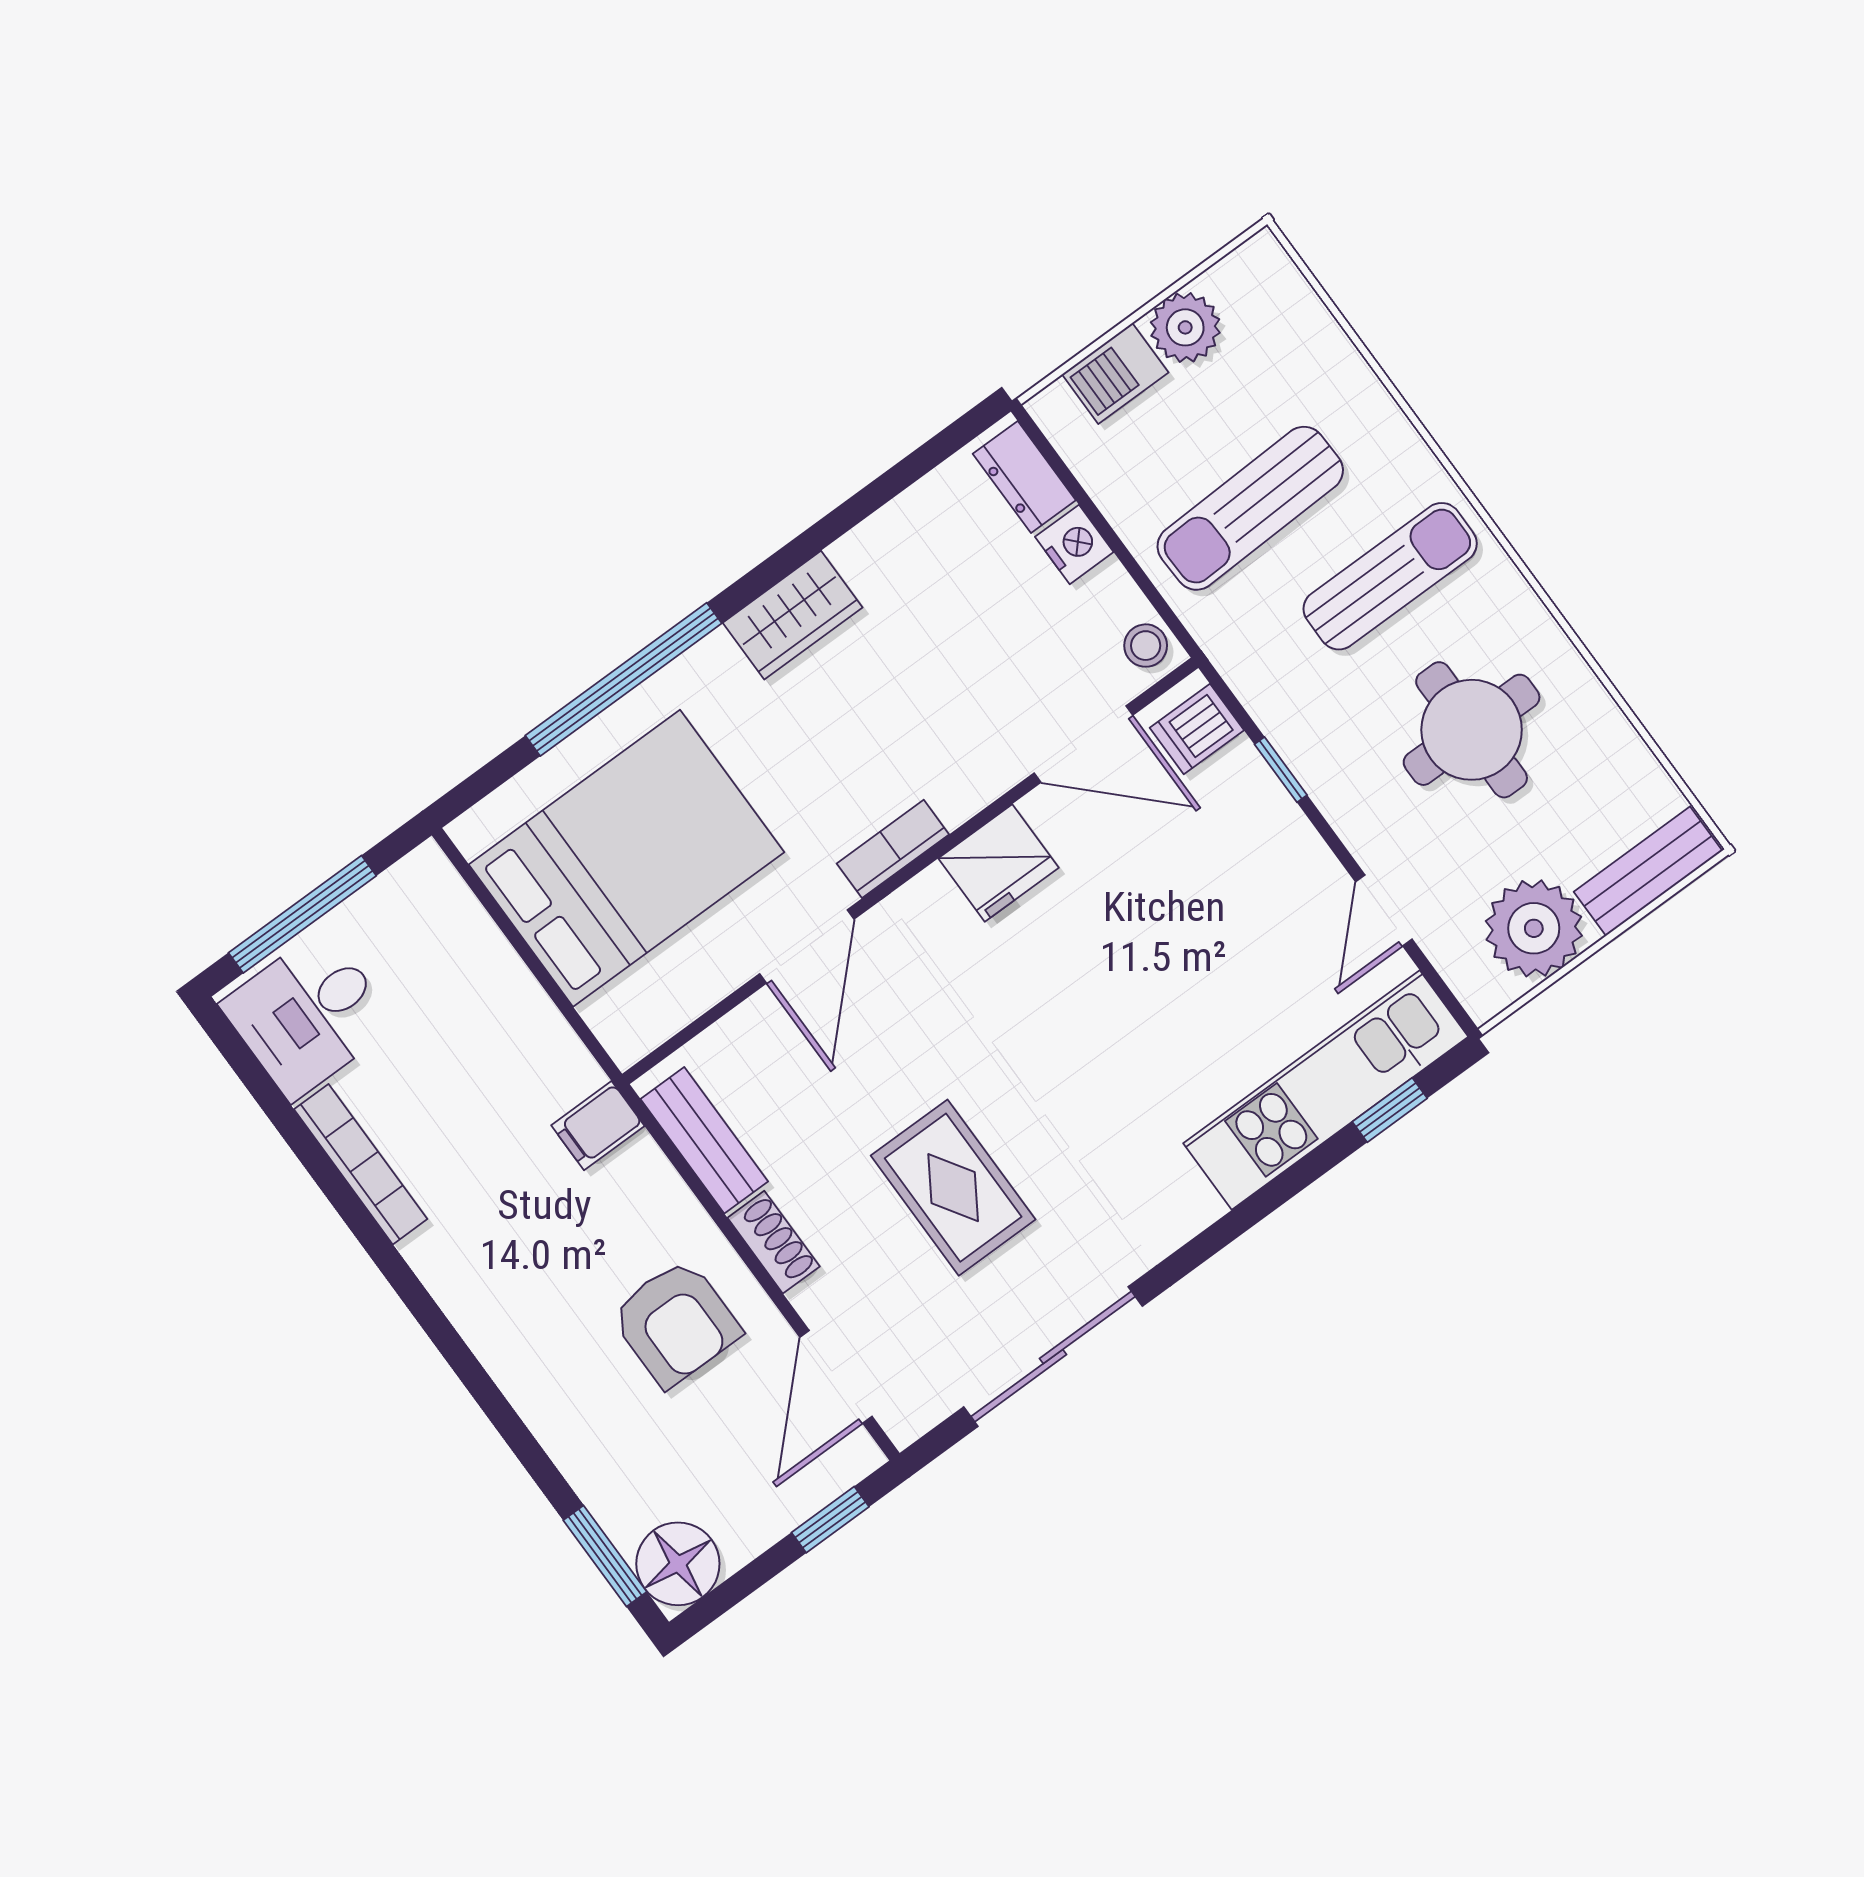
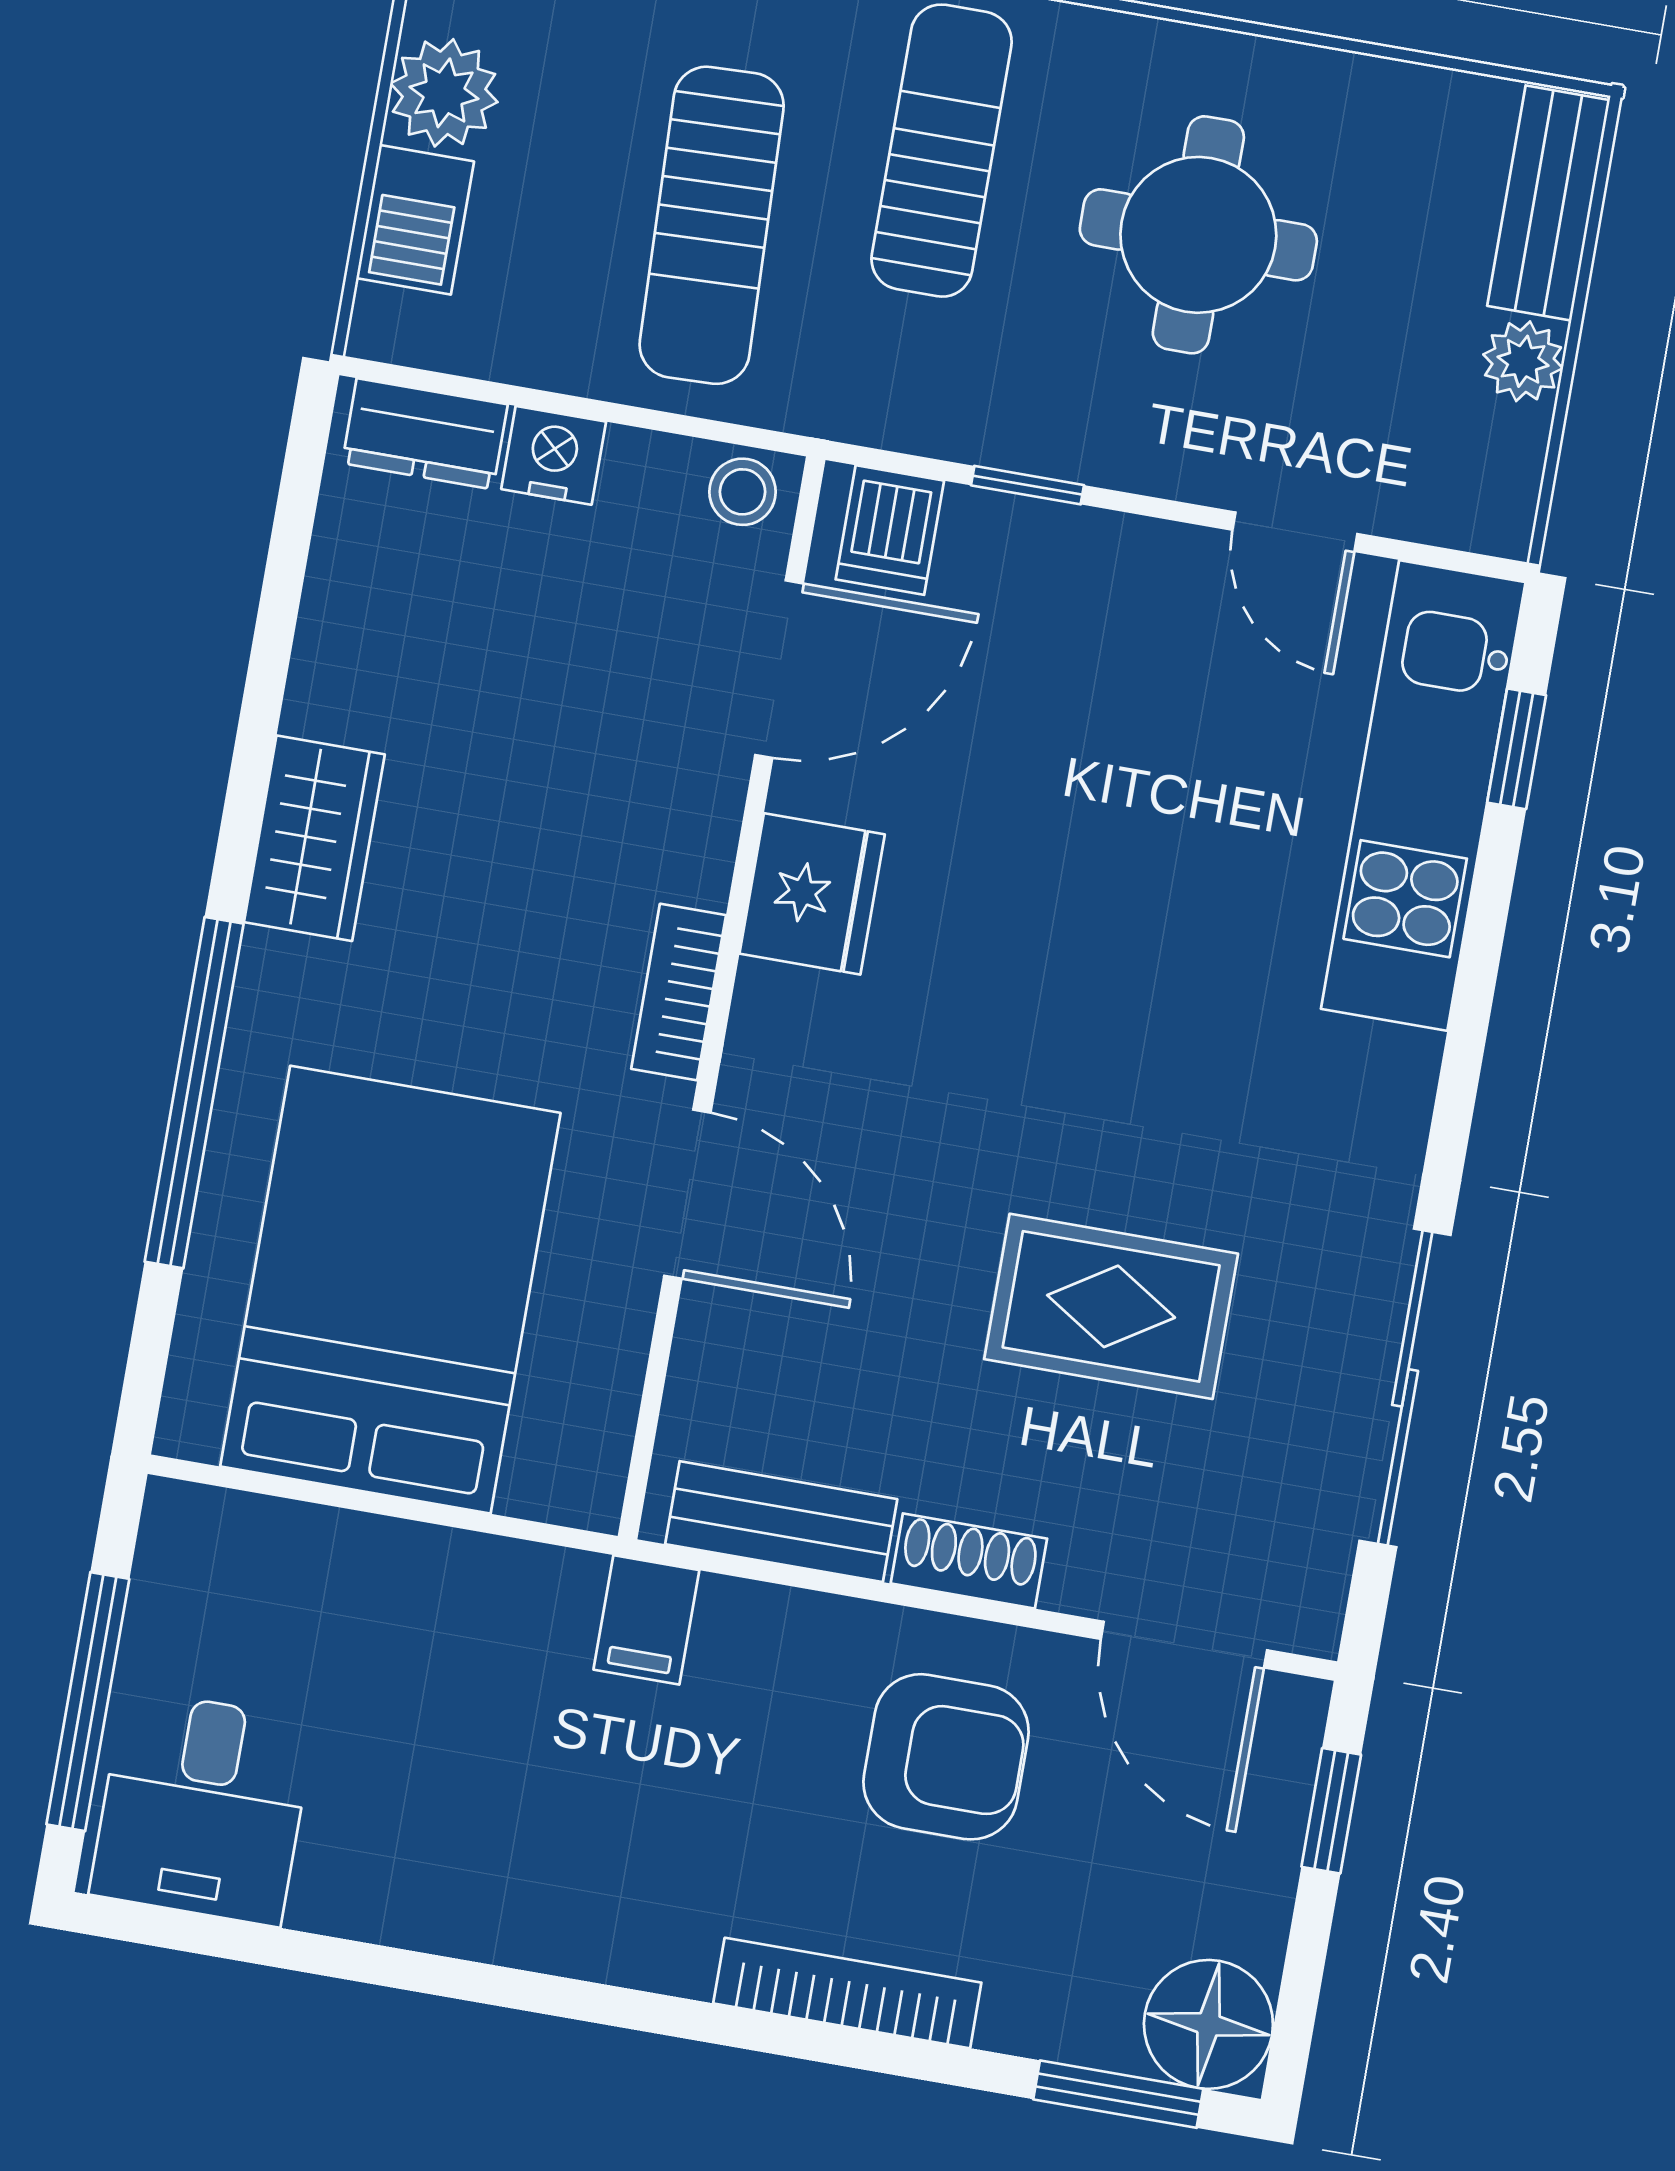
plant: (1534, 928) -> (1523, 361), width x0.53, depth x0.53
bookcase: (361, 1164) -> (847, 1993), moved

